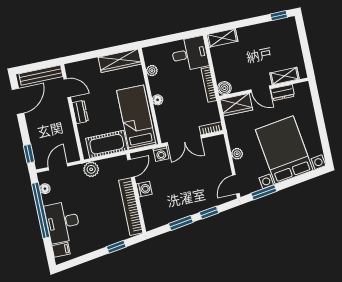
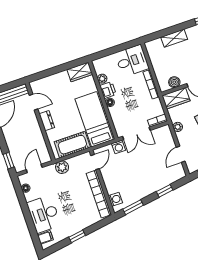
shelving: (222, 38) -> (174, 38), moved
wardrobe: (120, 61) -> (80, 72), width x0.67
printer: (157, 85) -> (108, 90), added
boiler: (224, 88) -> (174, 82), moved
plant: (237, 154) -> (178, 127), moved
door: (236, 184) -> (181, 154), moved
washing machine: (144, 189) -> (115, 199), moved
window: (41, 210) -> (24, 207), removed
window: (181, 223) -> (133, 207), moved
window: (116, 247) -> (77, 236), moved

